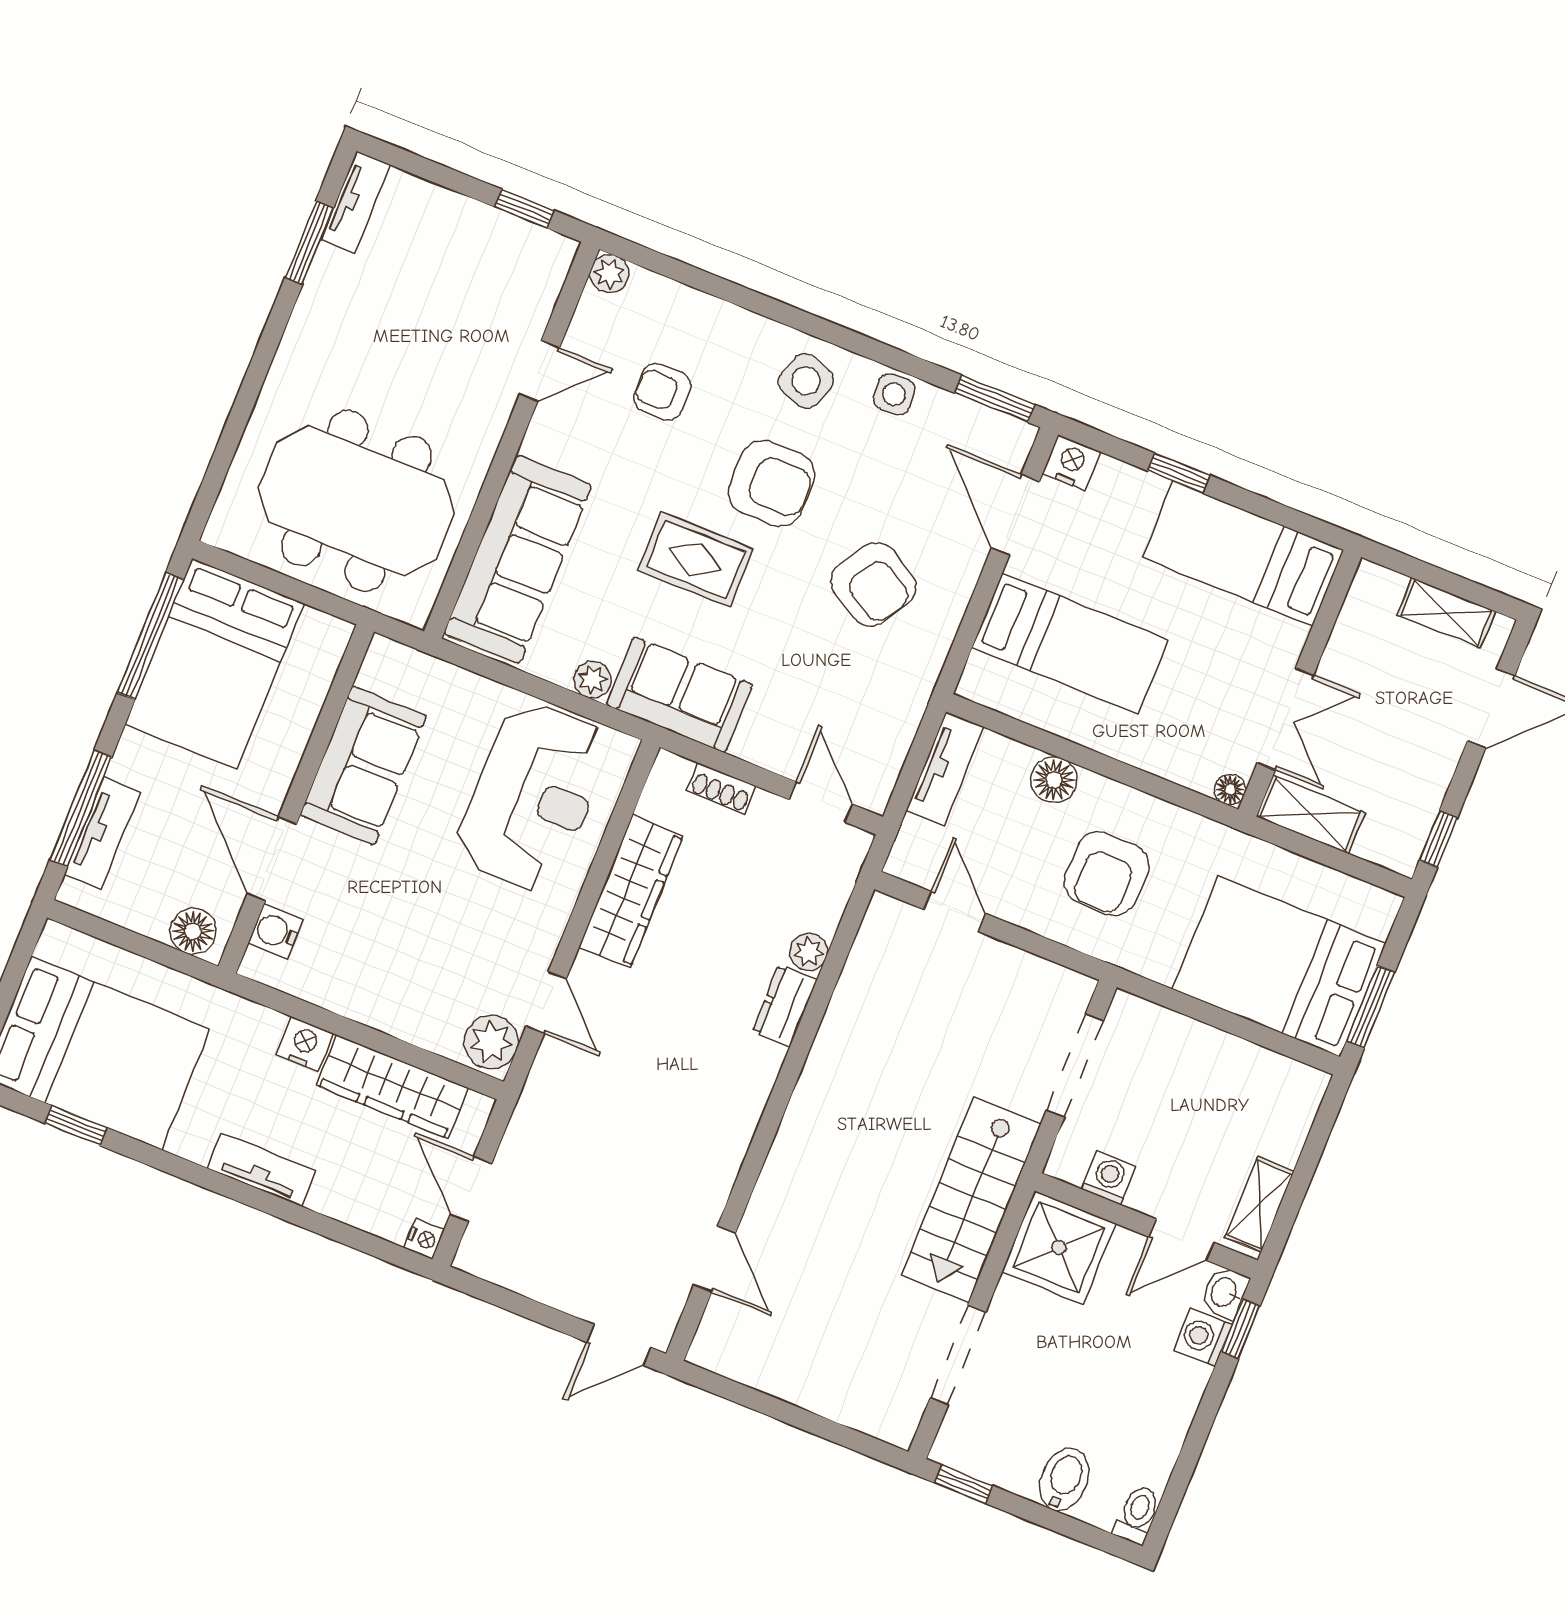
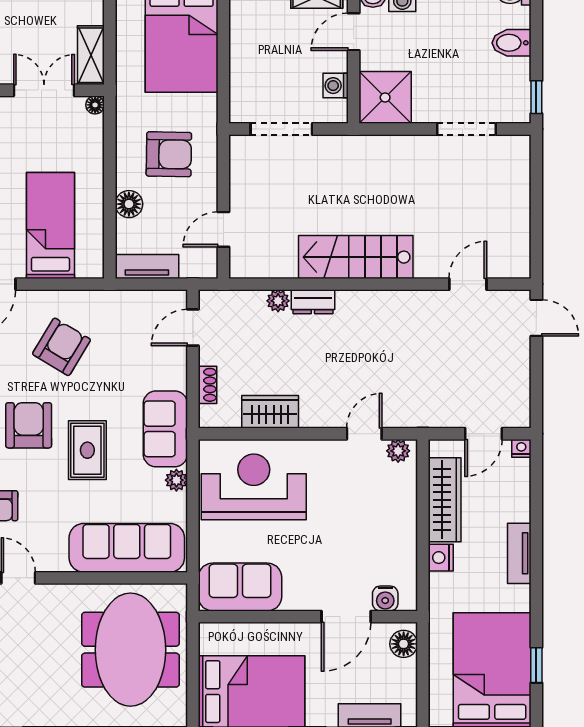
sofa: (363, 765) -> (240, 587), moved
wardrobe: (631, 891) -> (270, 412), width x0.67
plant: (491, 1042) -> (398, 451), width x0.73, depth x0.73
stairs: (971, 1200) -> (356, 257), moved, turned 180
door: (1181, 1240) -> (354, 32), swing flipped

